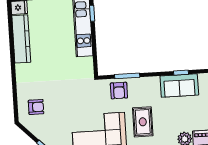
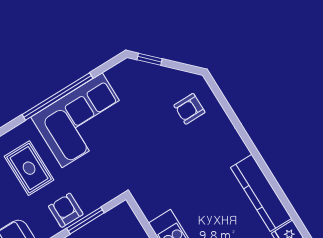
armchair: (119, 91) -> (66, 210), moved

